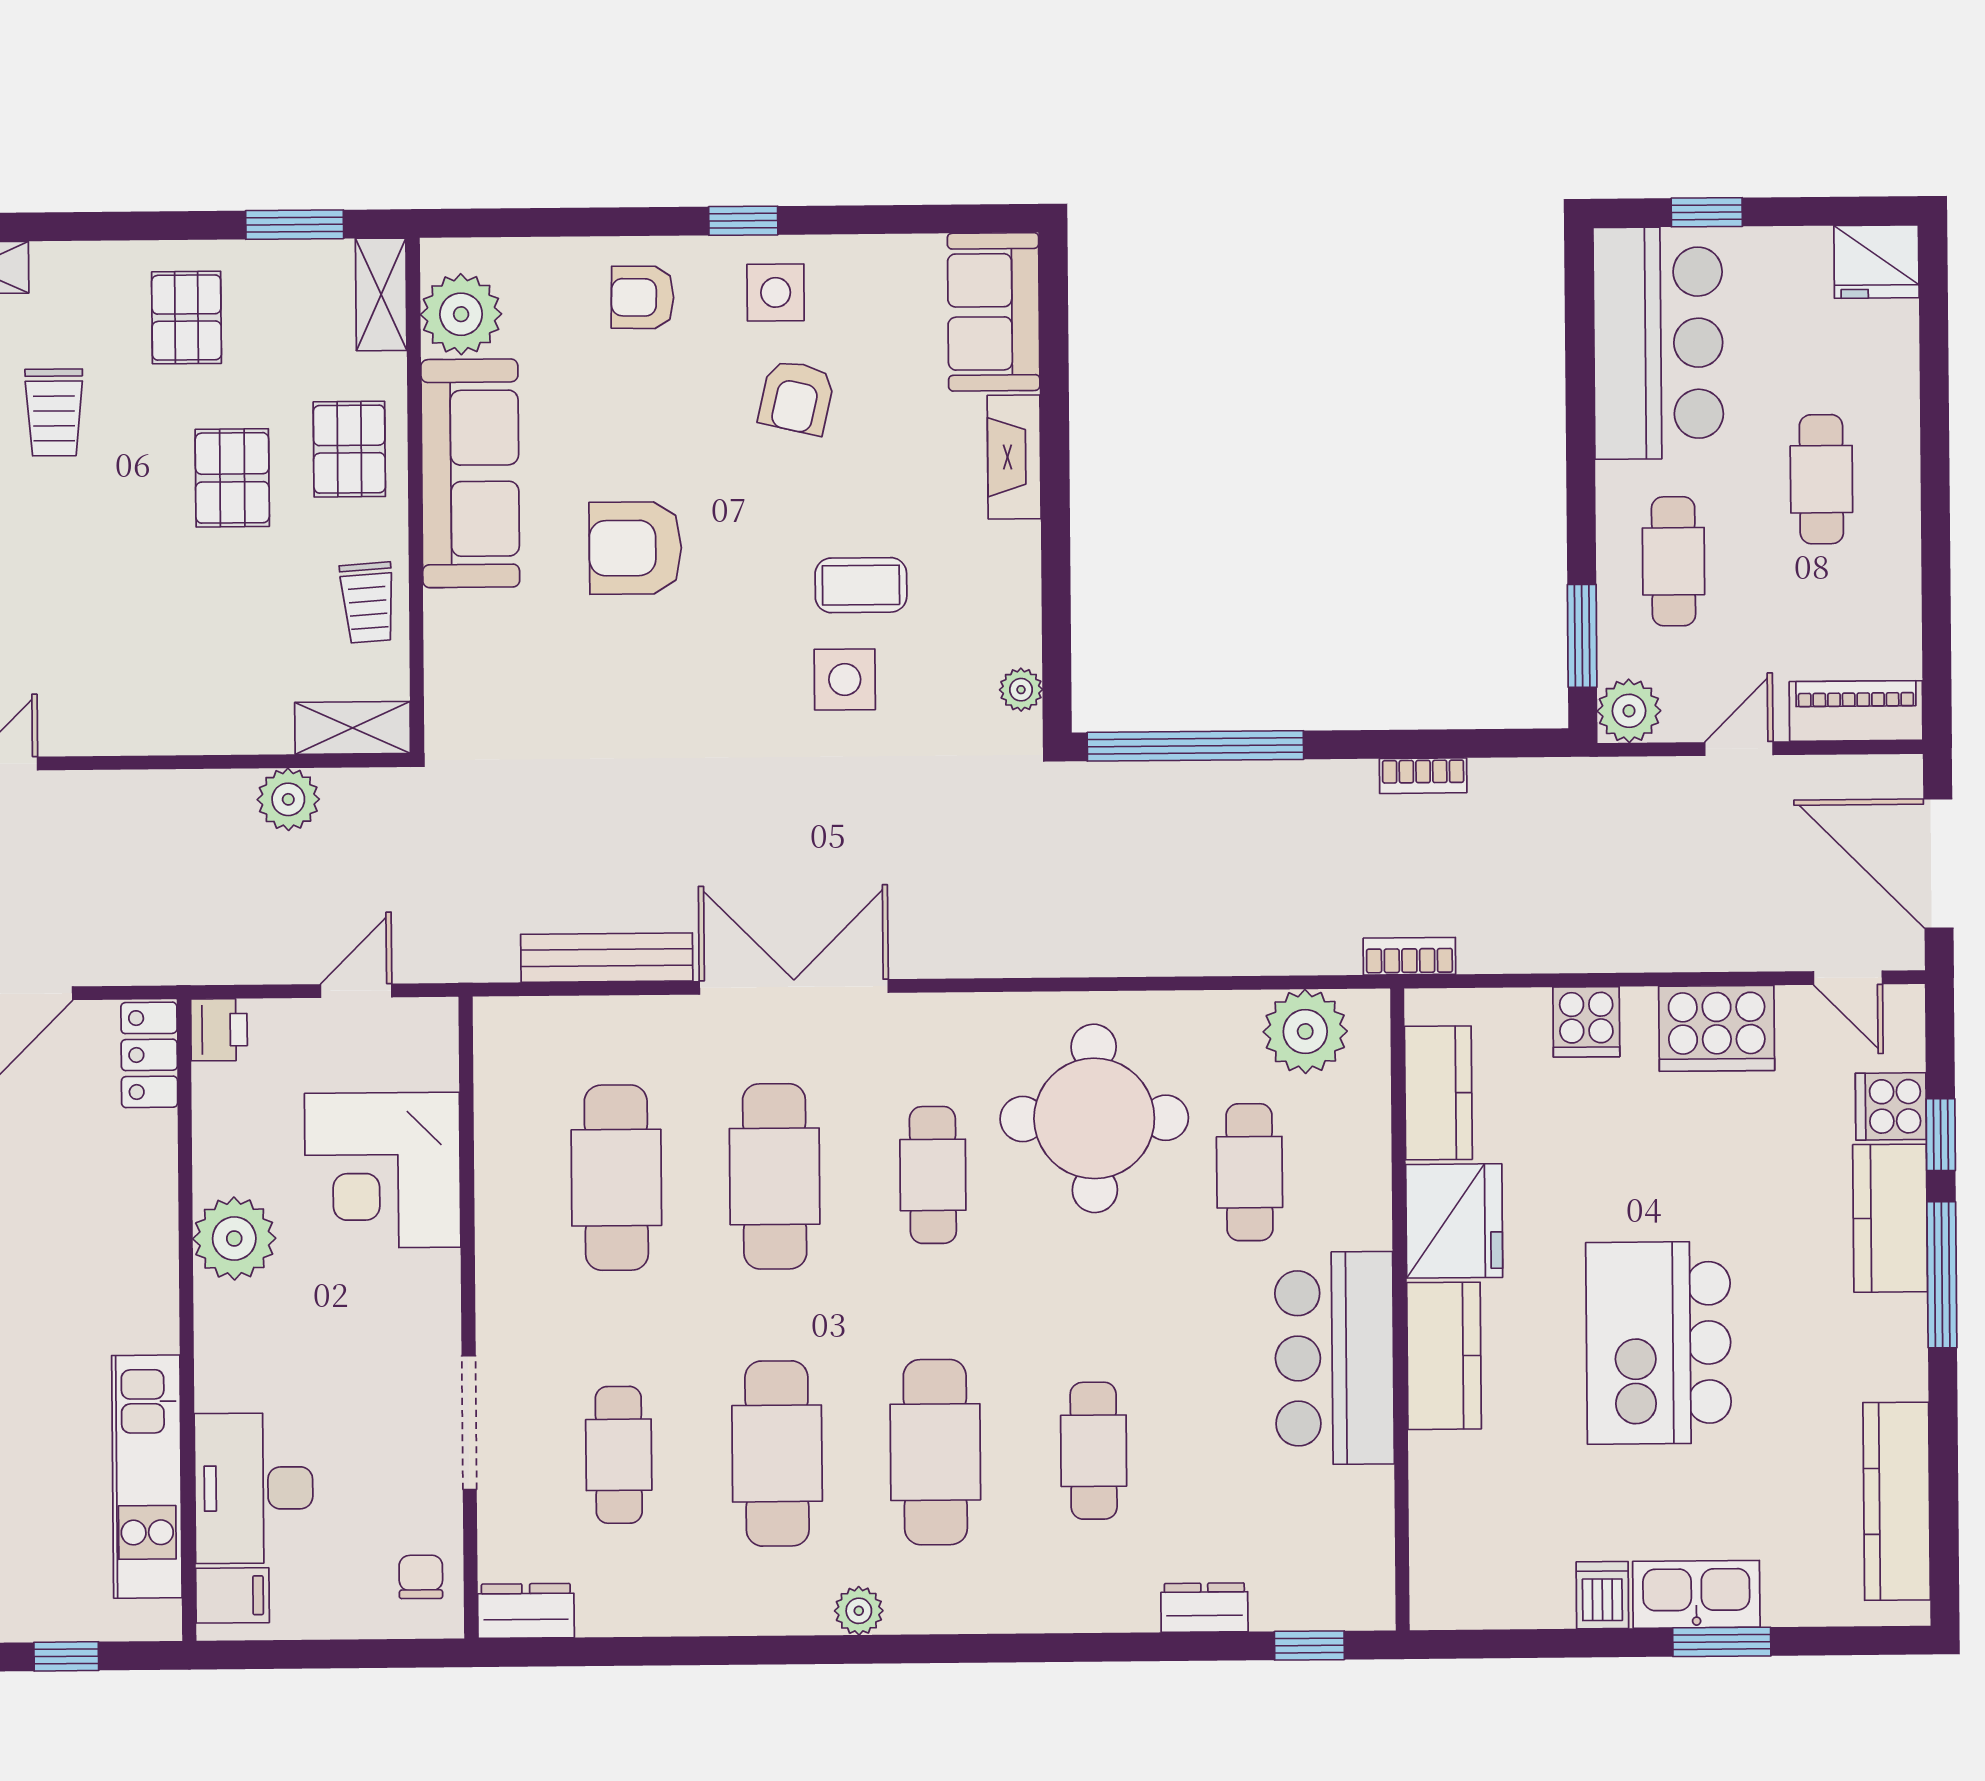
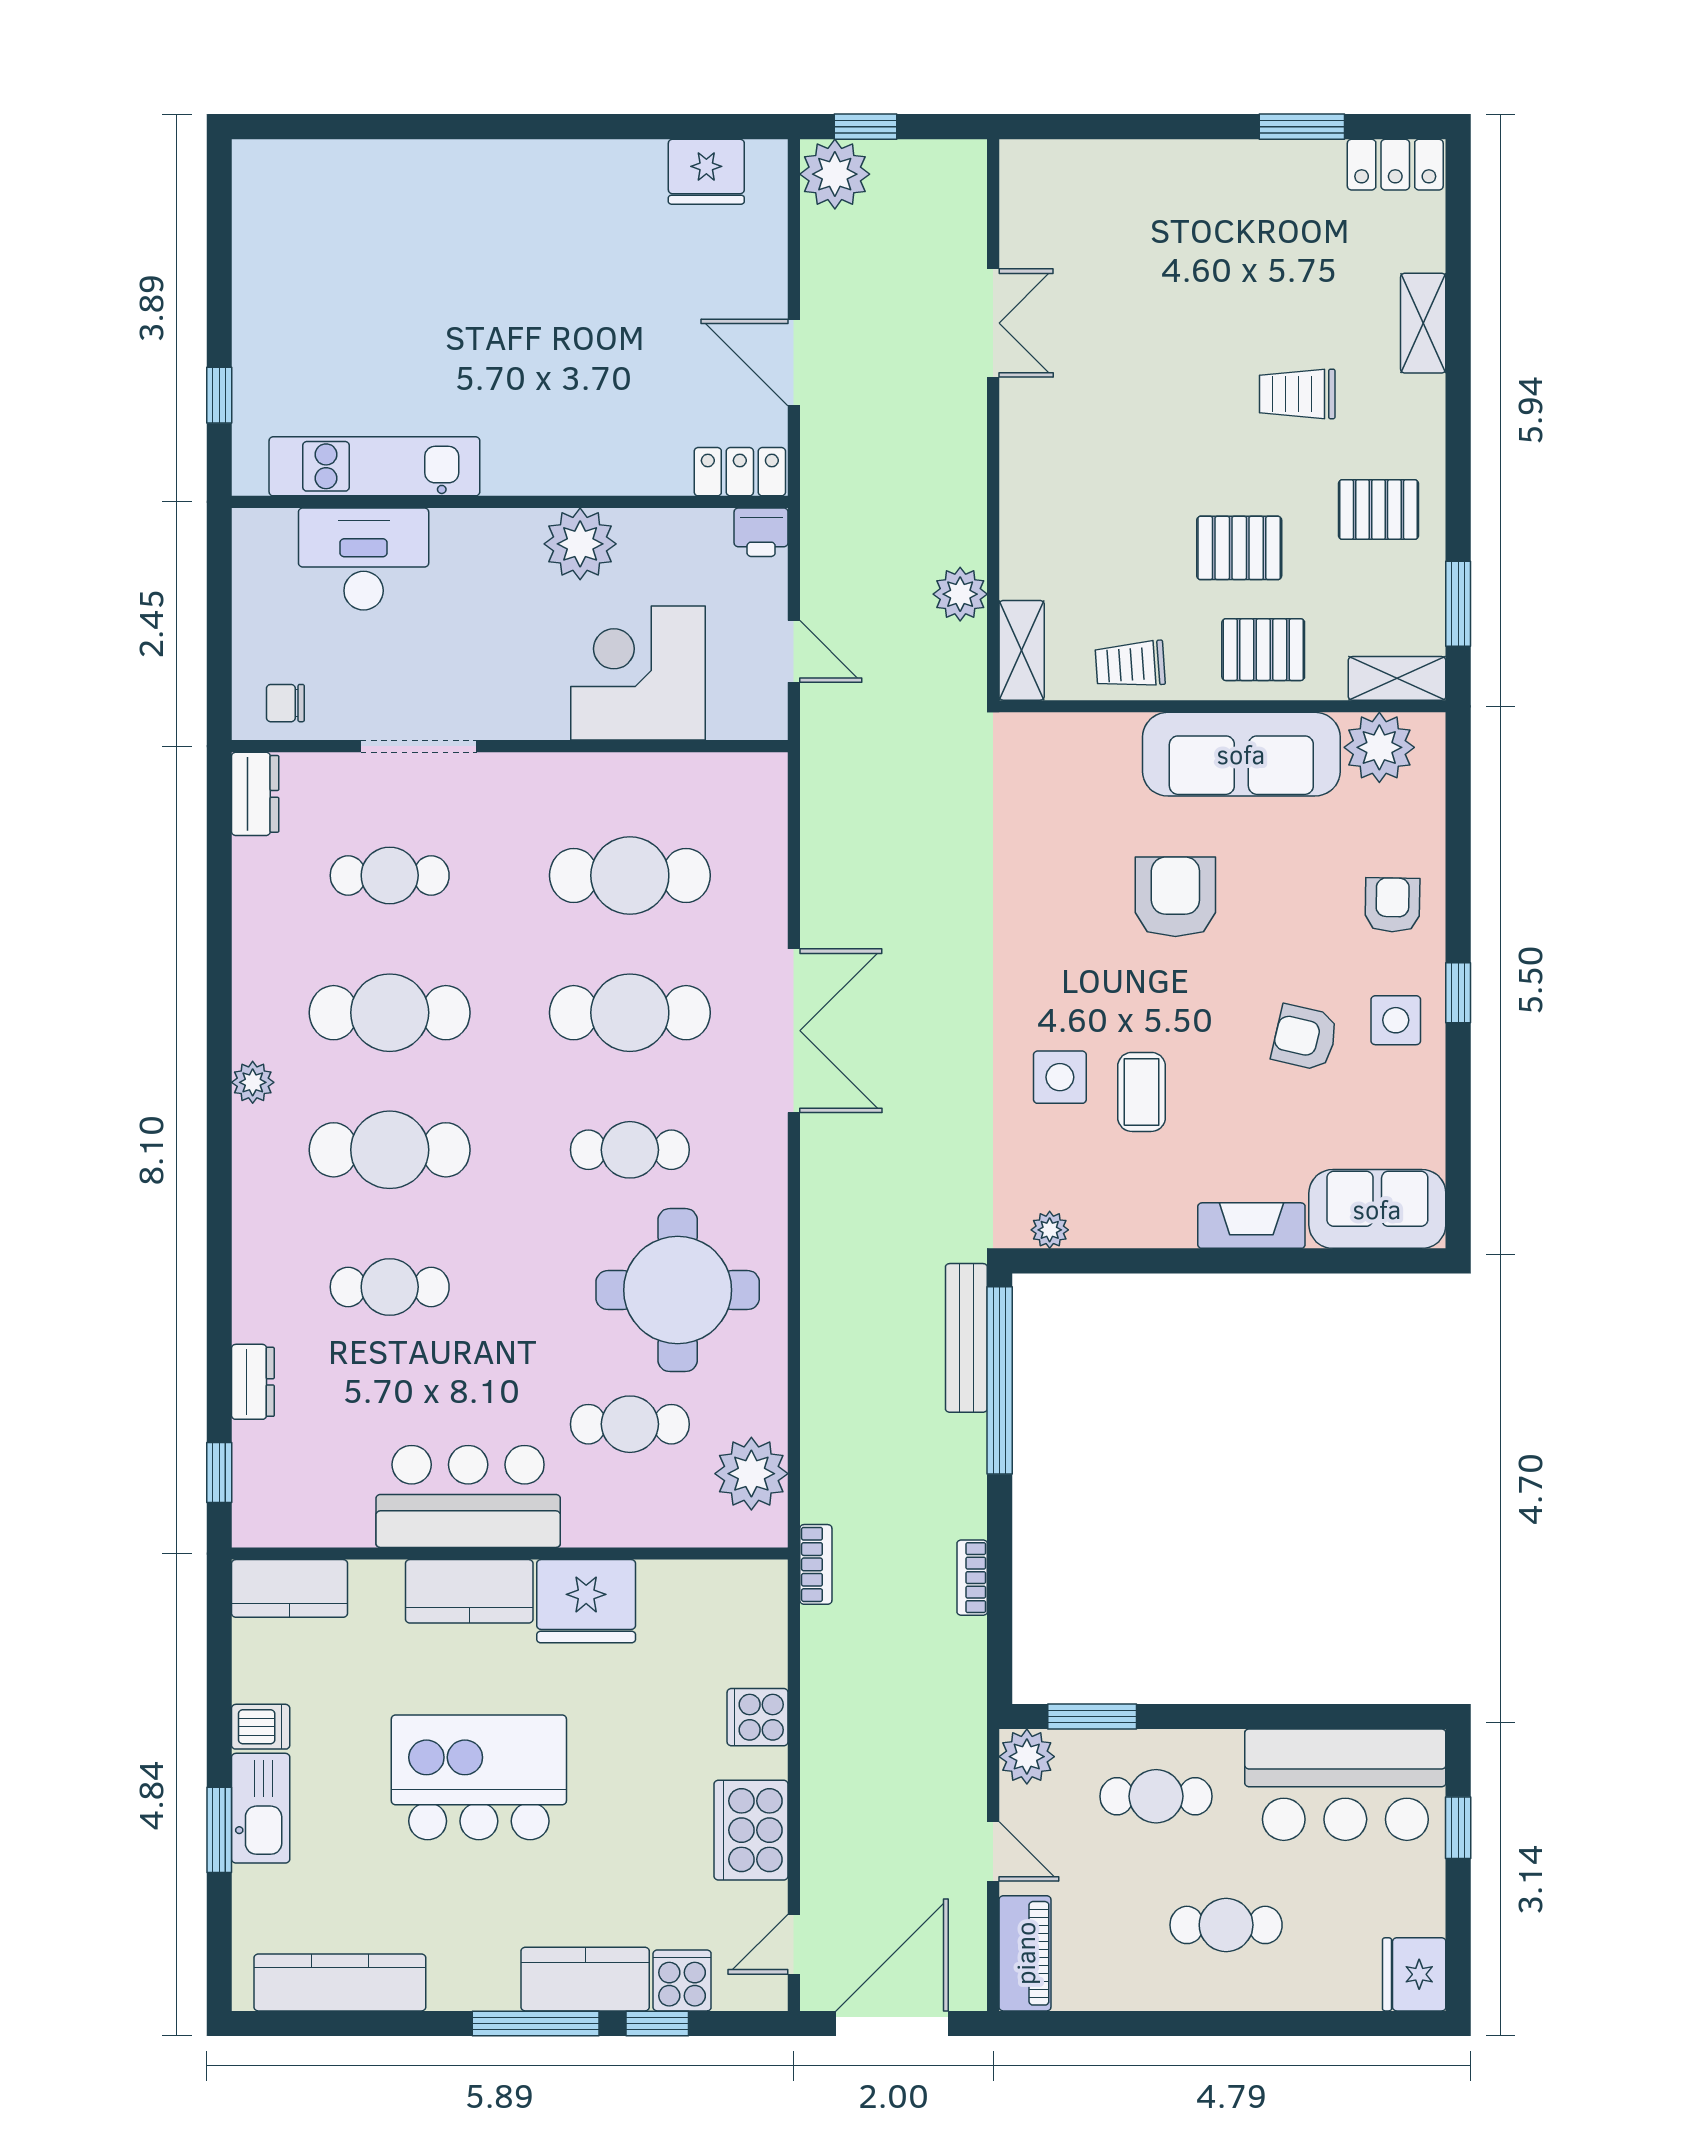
bench: (607, 958) -> (966, 1338), moved
kitchen counter: (1438, 1093) -> (290, 1588), moved
chair: (421, 1577) -> (285, 703), turned 180
filing cabinet: (232, 1595) -> (271, 540), removed

